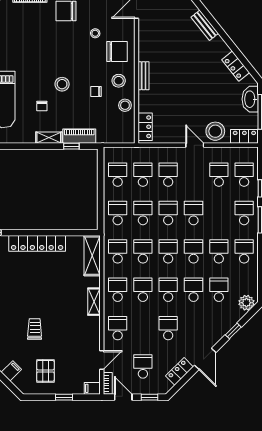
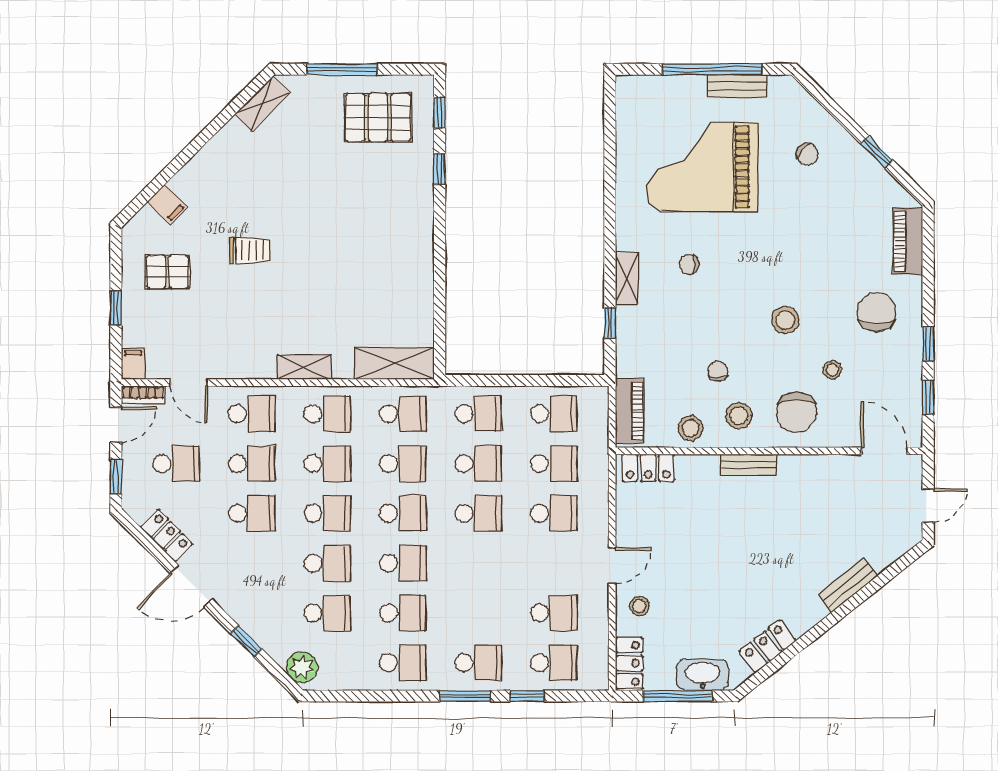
stool: (62, 84) -> (785, 320), moved
stool: (215, 131) -> (639, 606), width x0.53, depth x0.53
piano: (79, 136) -> (630, 411), moved
school desk: (194, 213) -> (252, 464), moved
locker: (37, 243) -> (418, 255), removed

